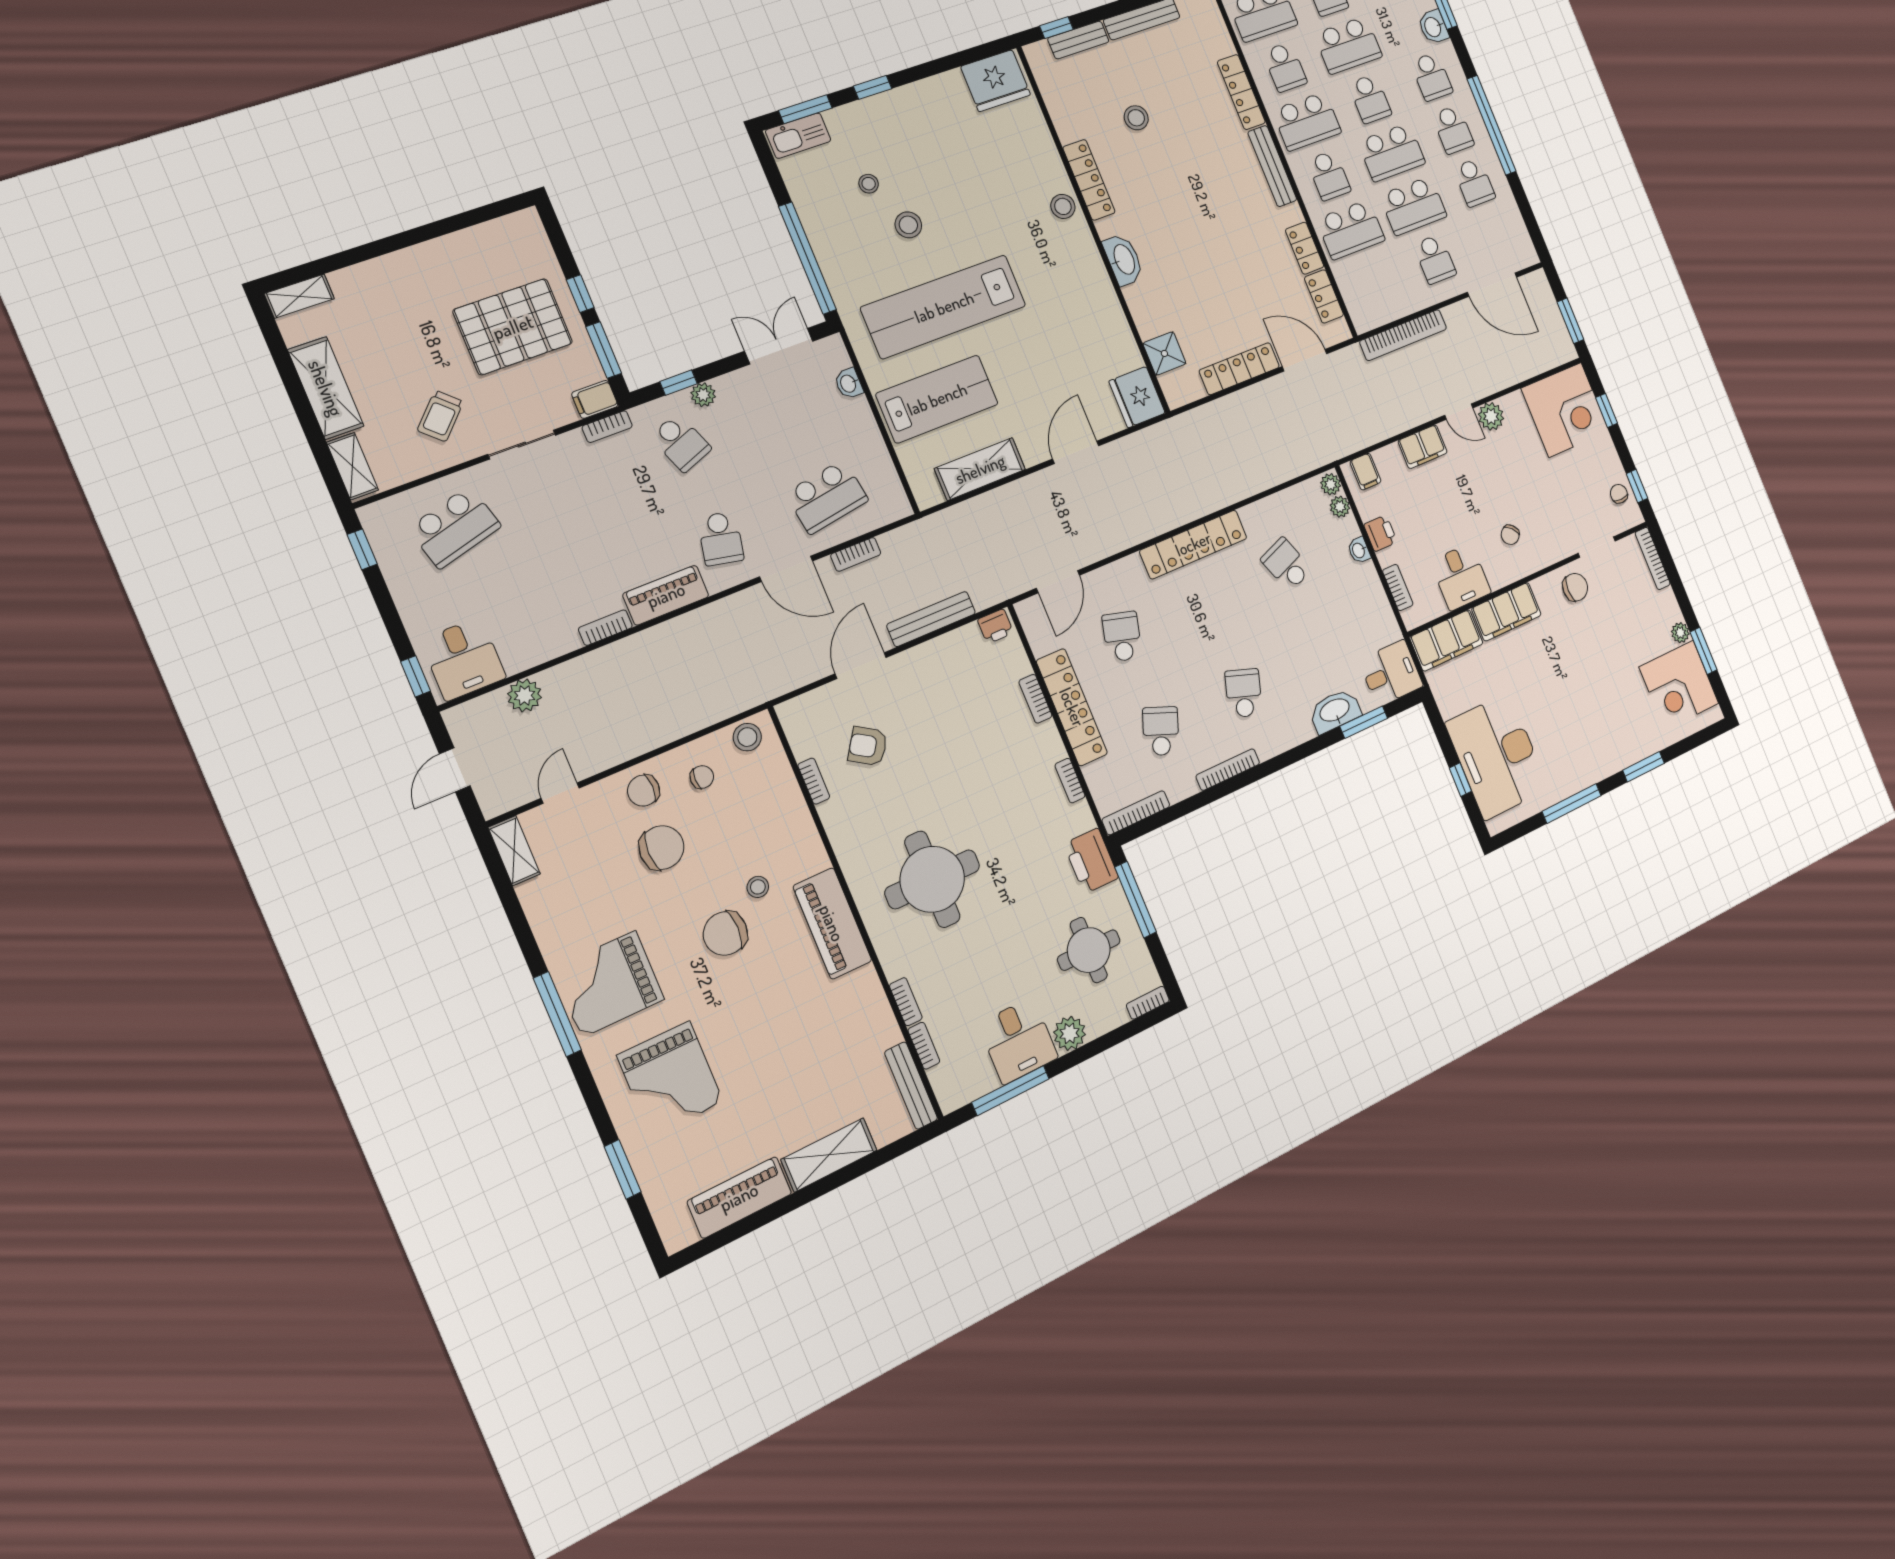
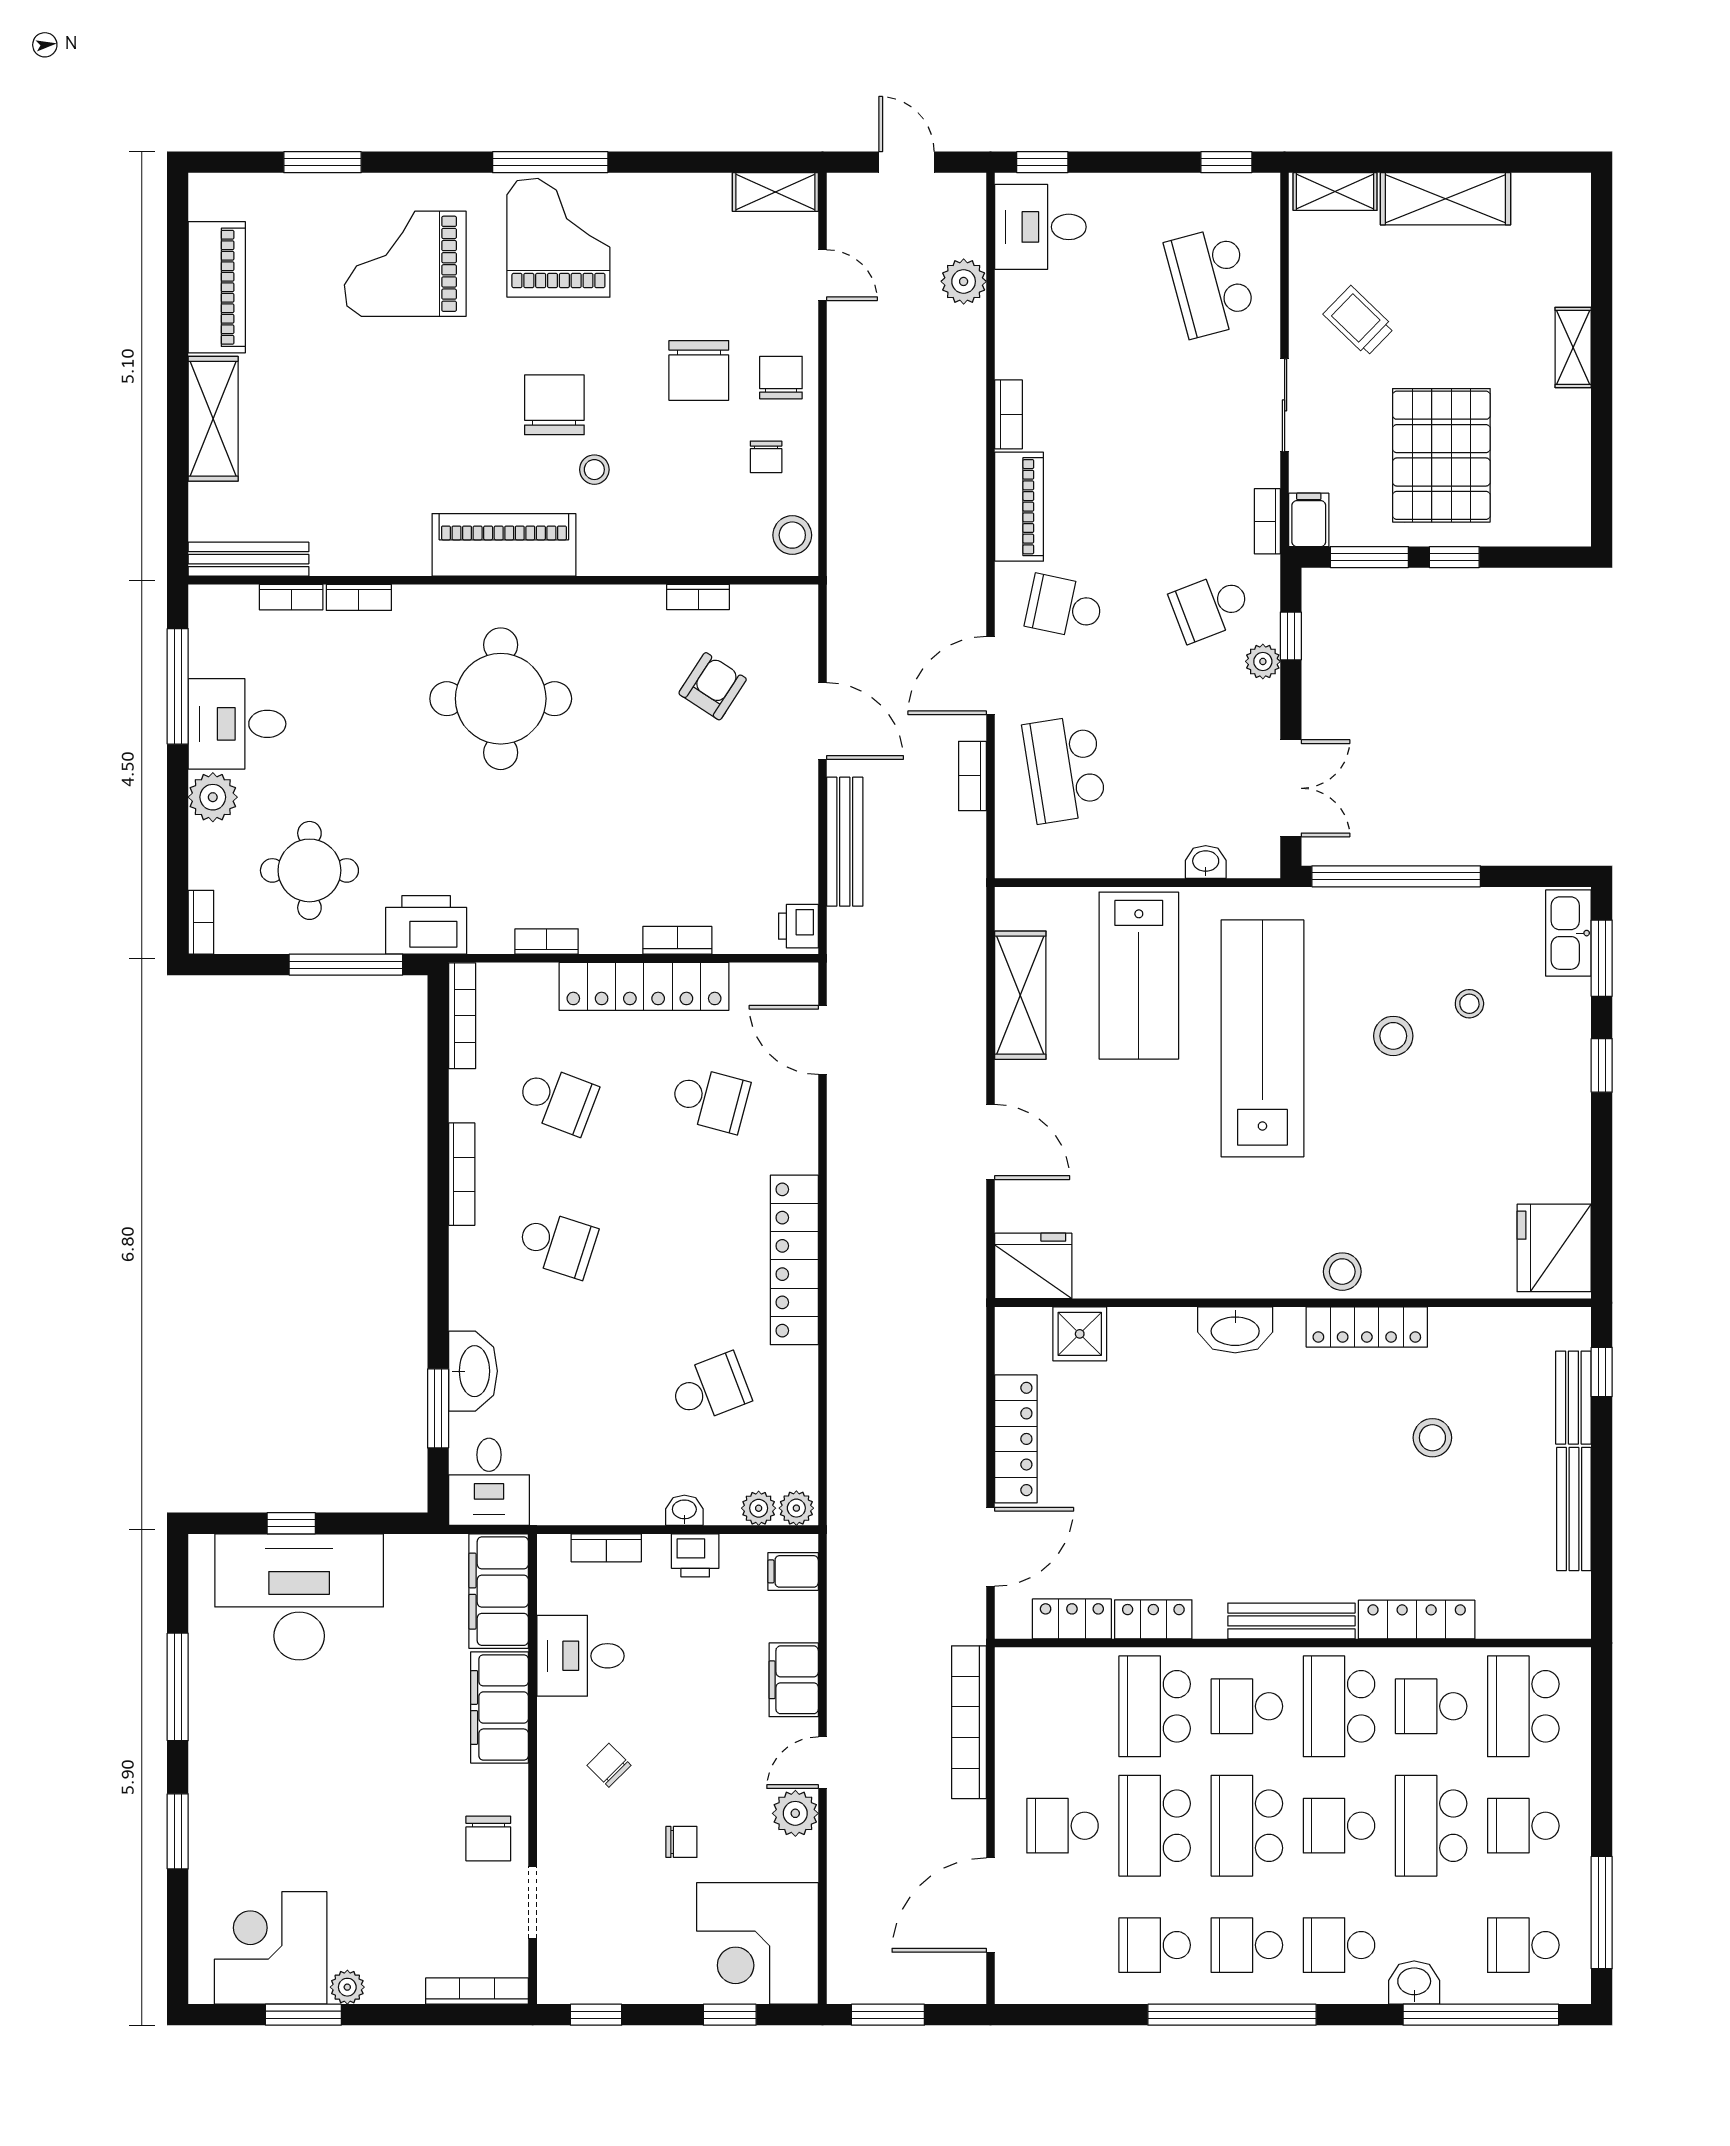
shelving: (299, 296) -> (1573, 347), moved
chair: (1619, 494) -> (681, 1842), moved

